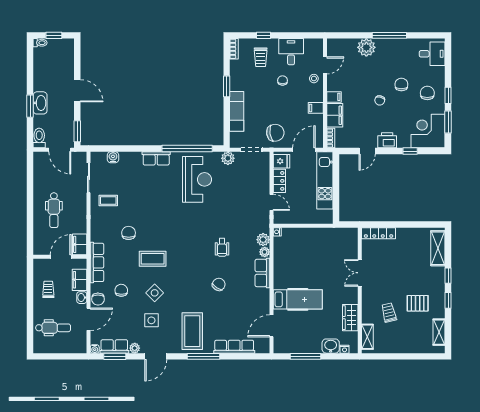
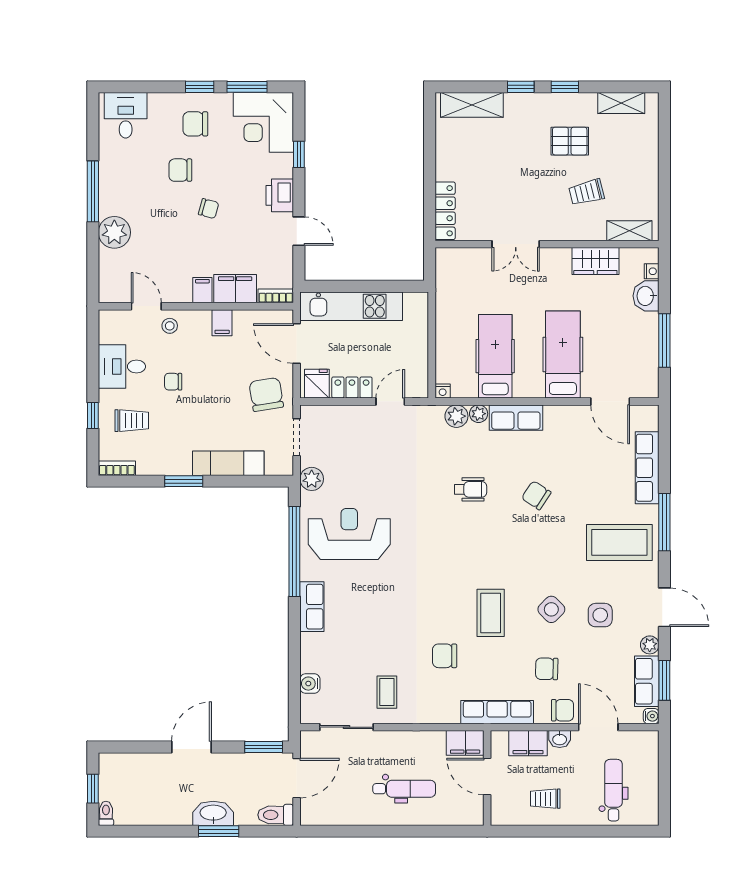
hospital bed: (297, 261) -> (495, 356), added
pallet: (418, 303) -> (570, 141), turned 90

